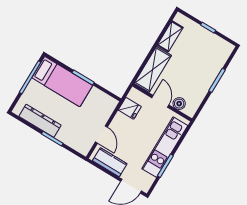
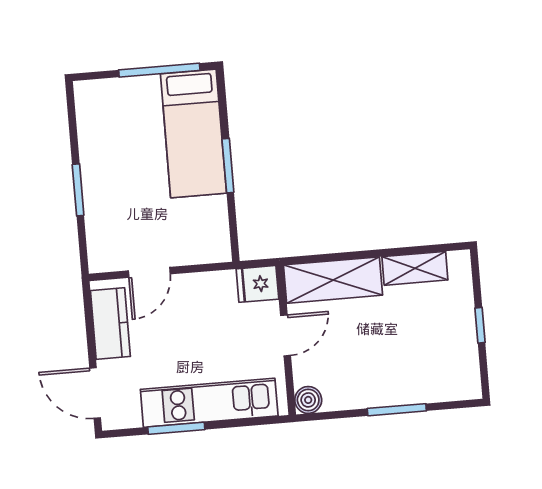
boiler: (179, 104) -> (308, 400), moved
fridge: (130, 108) -> (257, 284), moved, turned 90
dresser: (40, 121) -> (94, 144), removed

